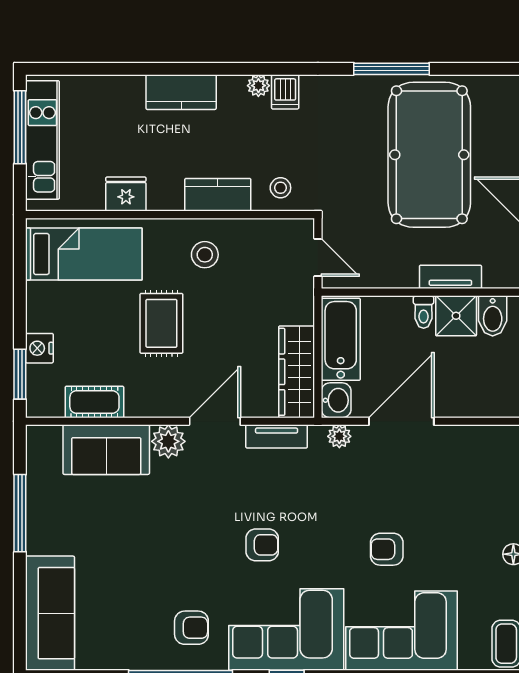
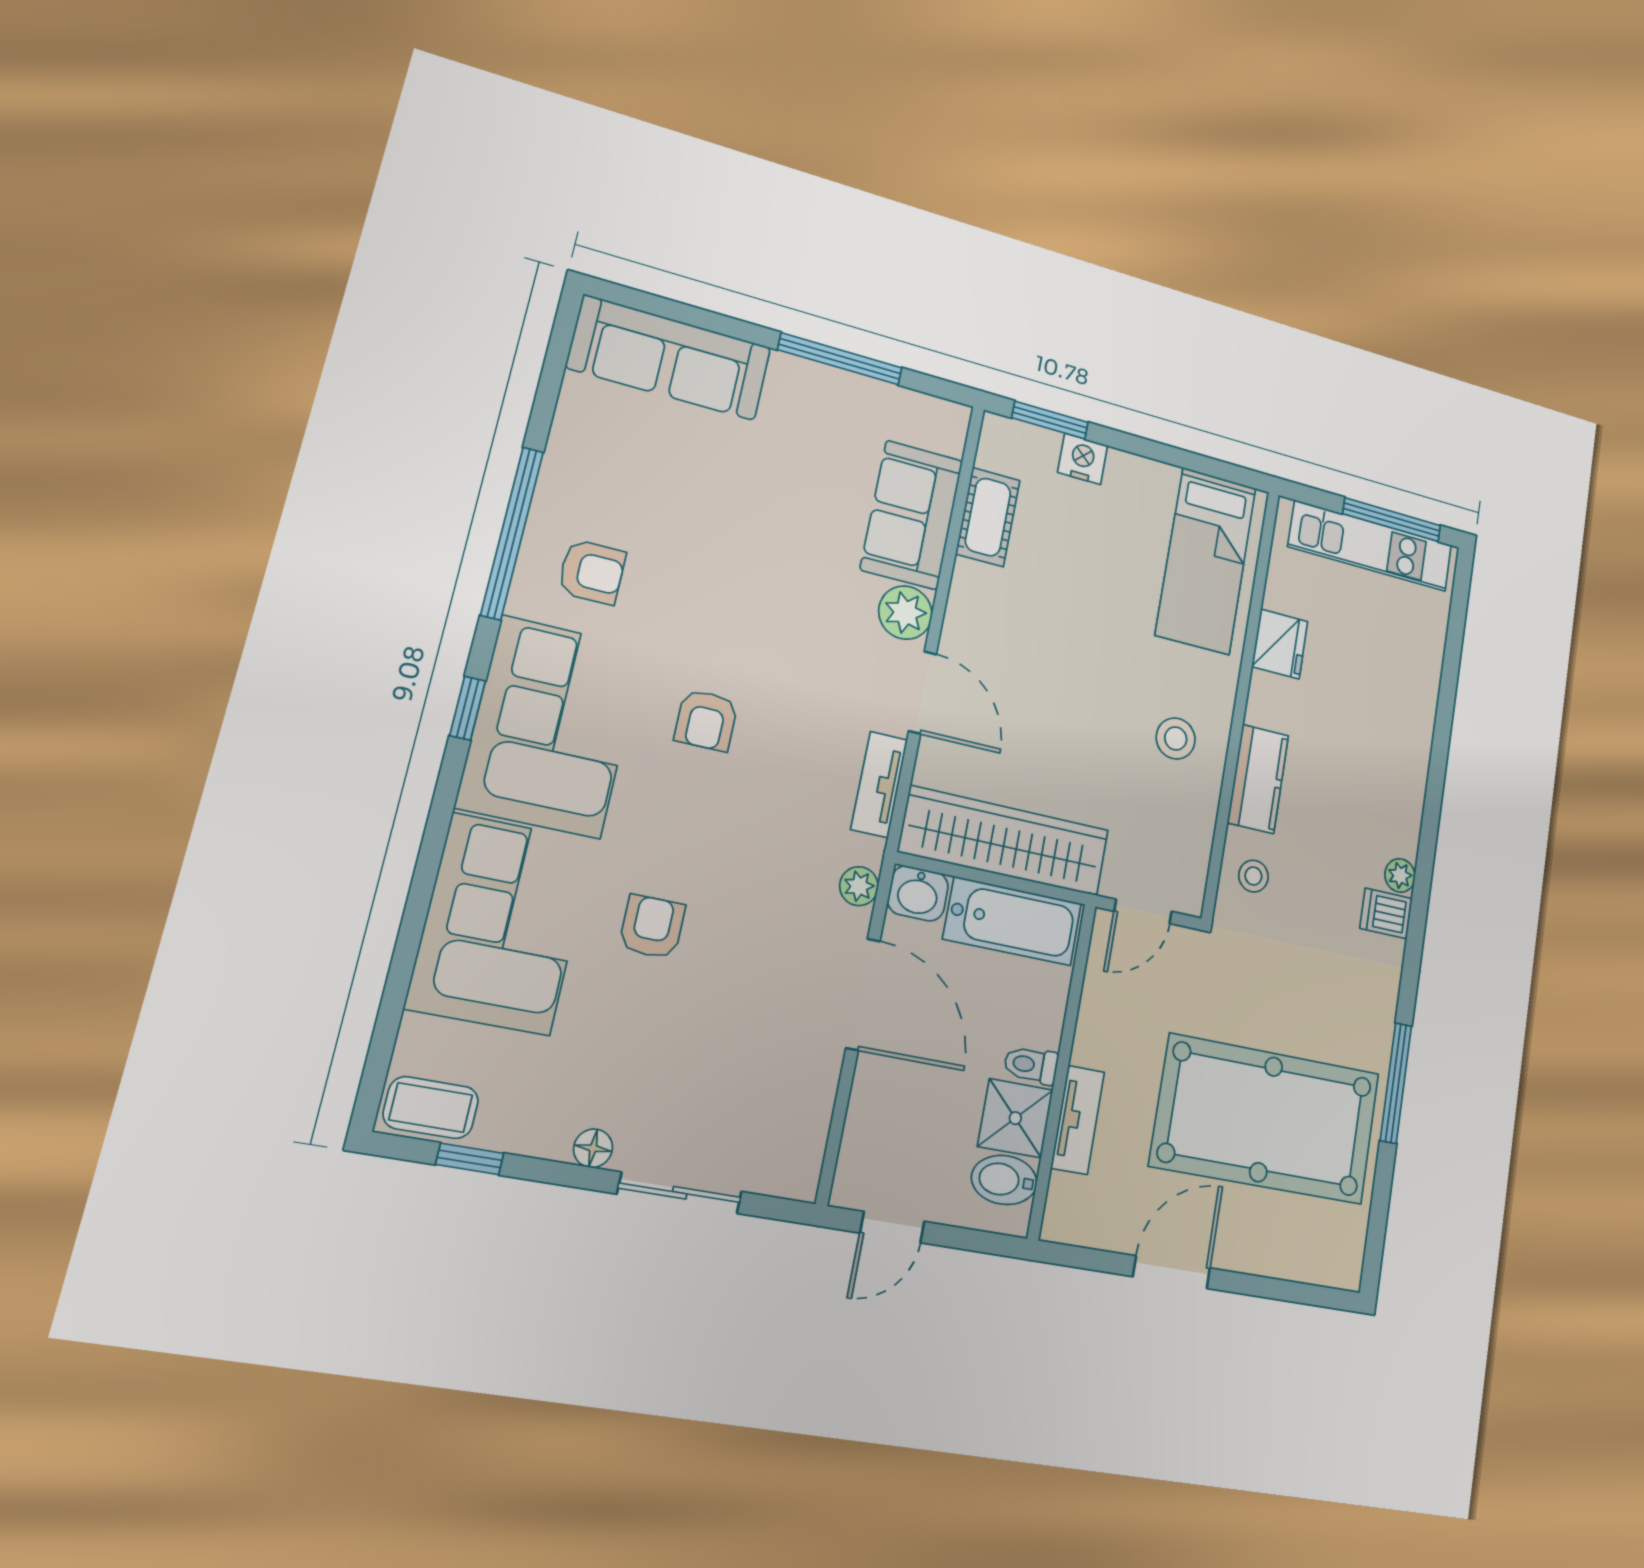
kitchen counter: (181, 92) -> (1407, 760), removed
rug: (161, 323) -> (1087, 648), removed
wardrobe: (297, 372) -> (1004, 841), width x1.40, depth x1.17
armchair: (191, 628) -> (592, 572), turned -90

